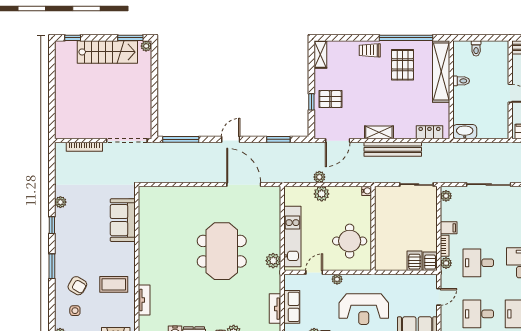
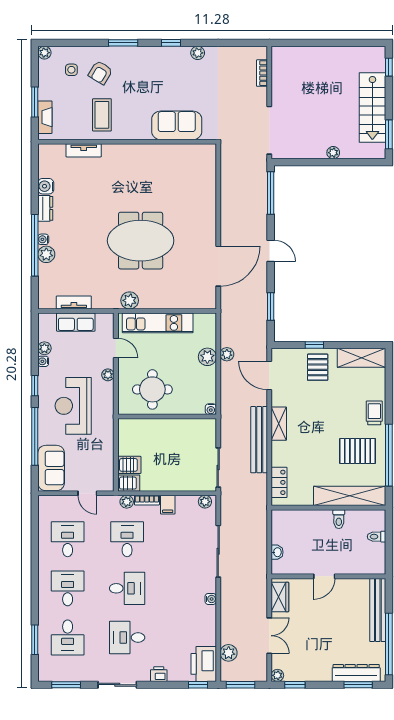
plant: (146, 46) -> (333, 153), moved
shelving: (320, 54) -> (362, 358), width x1.50, depth x1.33
washbasin: (465, 132) -> (277, 552), moved, width x0.52, depth x0.69
bookcase: (84, 147) -> (262, 73), width x0.64

